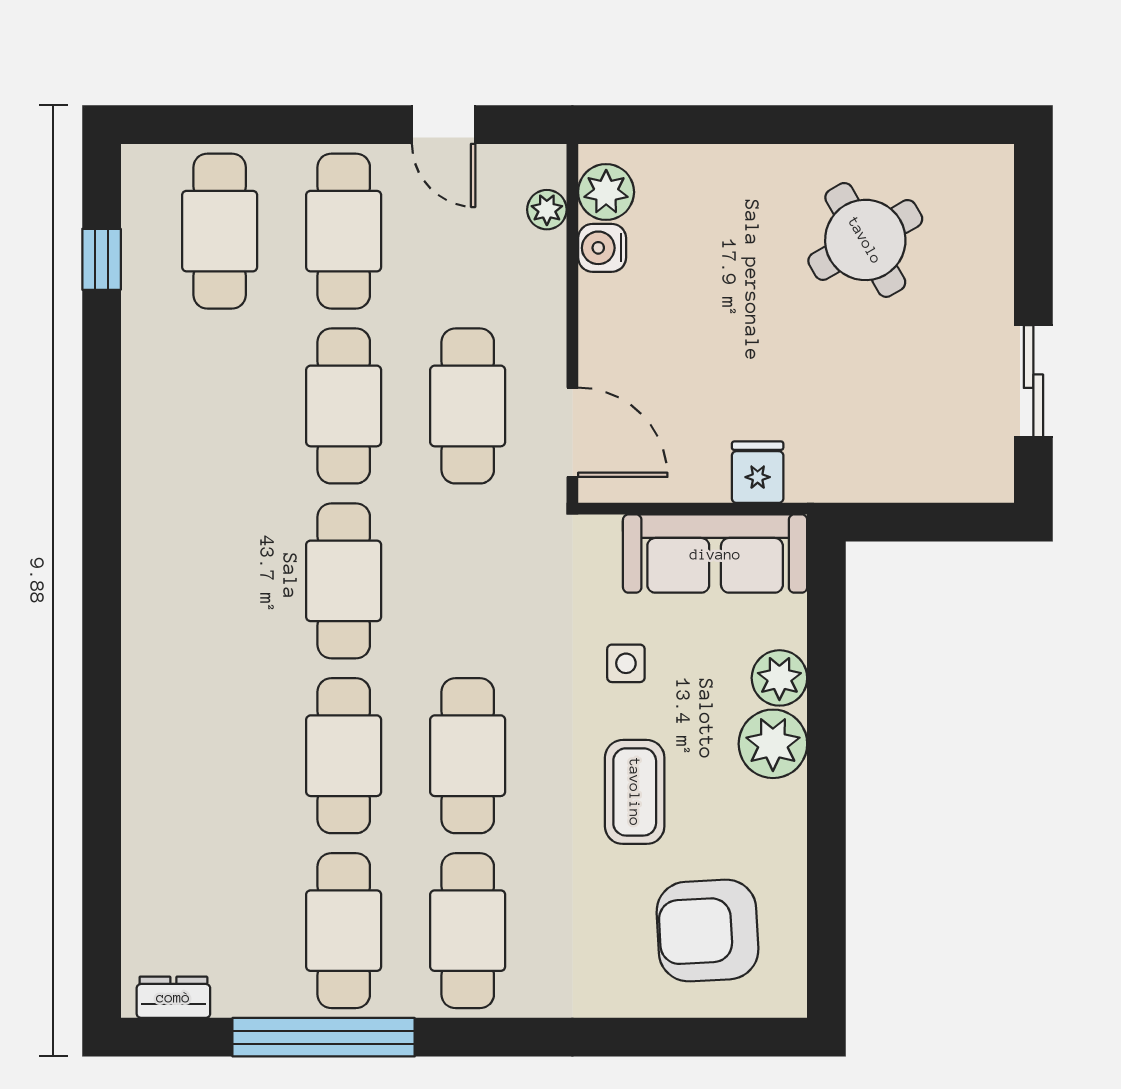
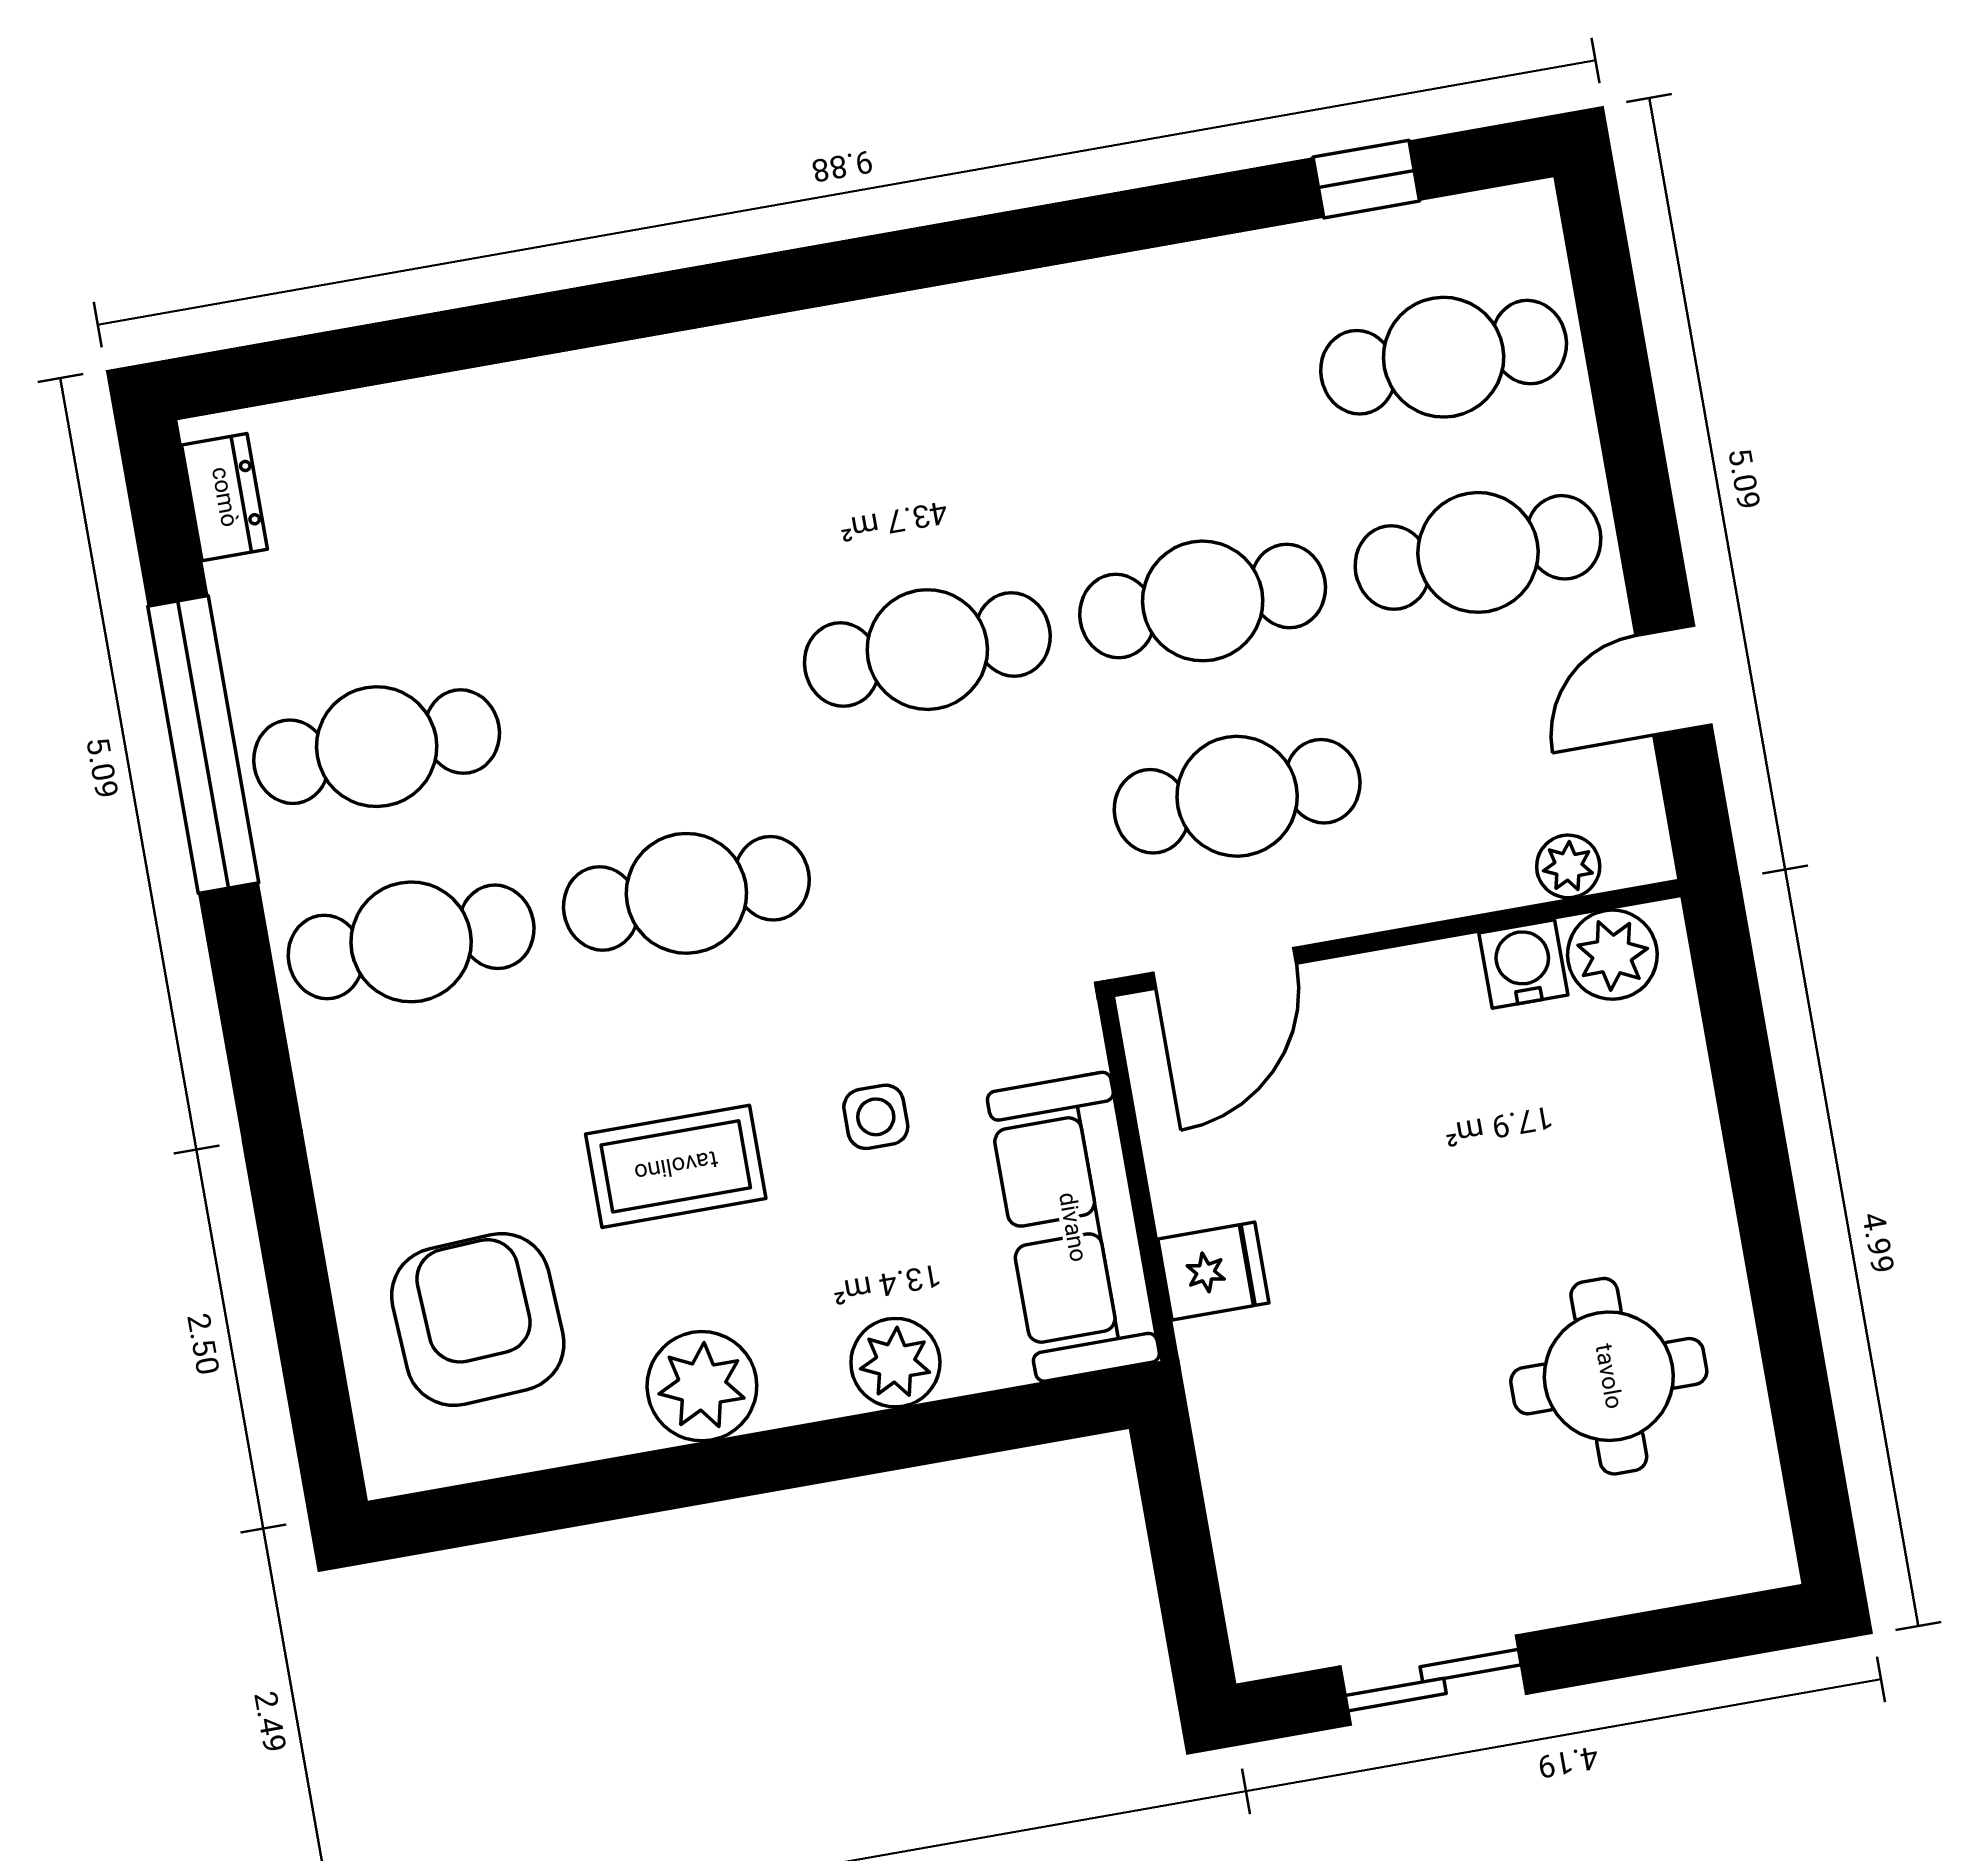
round table: (865, 240) -> (1609, 1376), turned 30
plant: (773, 744) -> (702, 1386), moved
cafe table: (344, 756) -> (652, 698), removed

